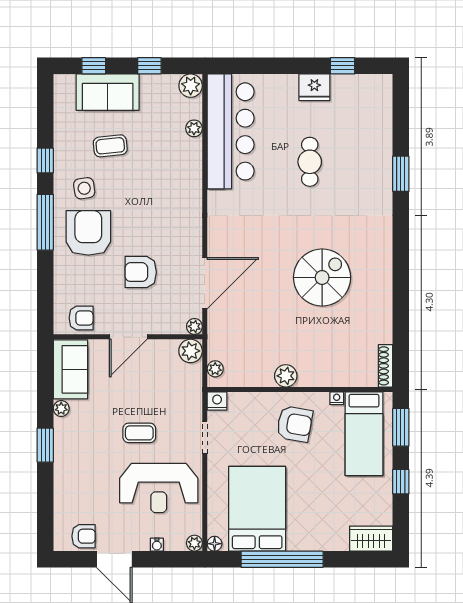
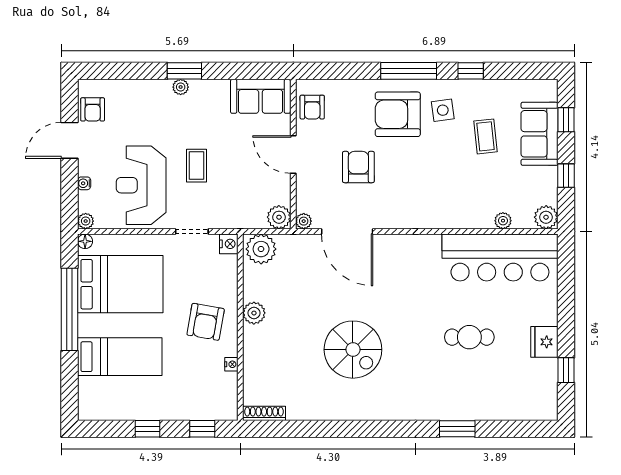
armchair: (88, 233) -> (398, 114), turned 180
plant: (215, 369) -> (261, 249), width x1.88, depth x1.88
plant: (61, 409) -> (181, 87), moved
window: (401, 427) -> (202, 429), width x0.67
bed: (364, 434) -> (120, 357), moved, turned 180
wardrobe: (371, 539) -> (90, 399), removed

